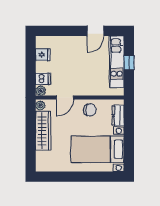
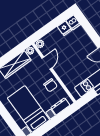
dishwasher: (43, 79) -> (73, 22), moved
door: (65, 97) -> (47, 63), swing flipped

